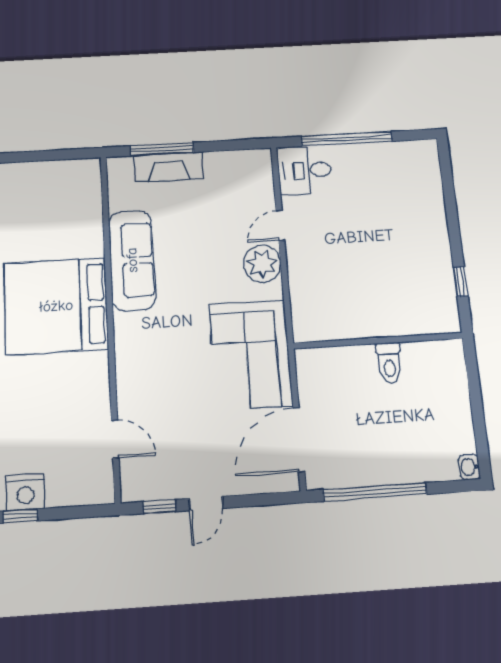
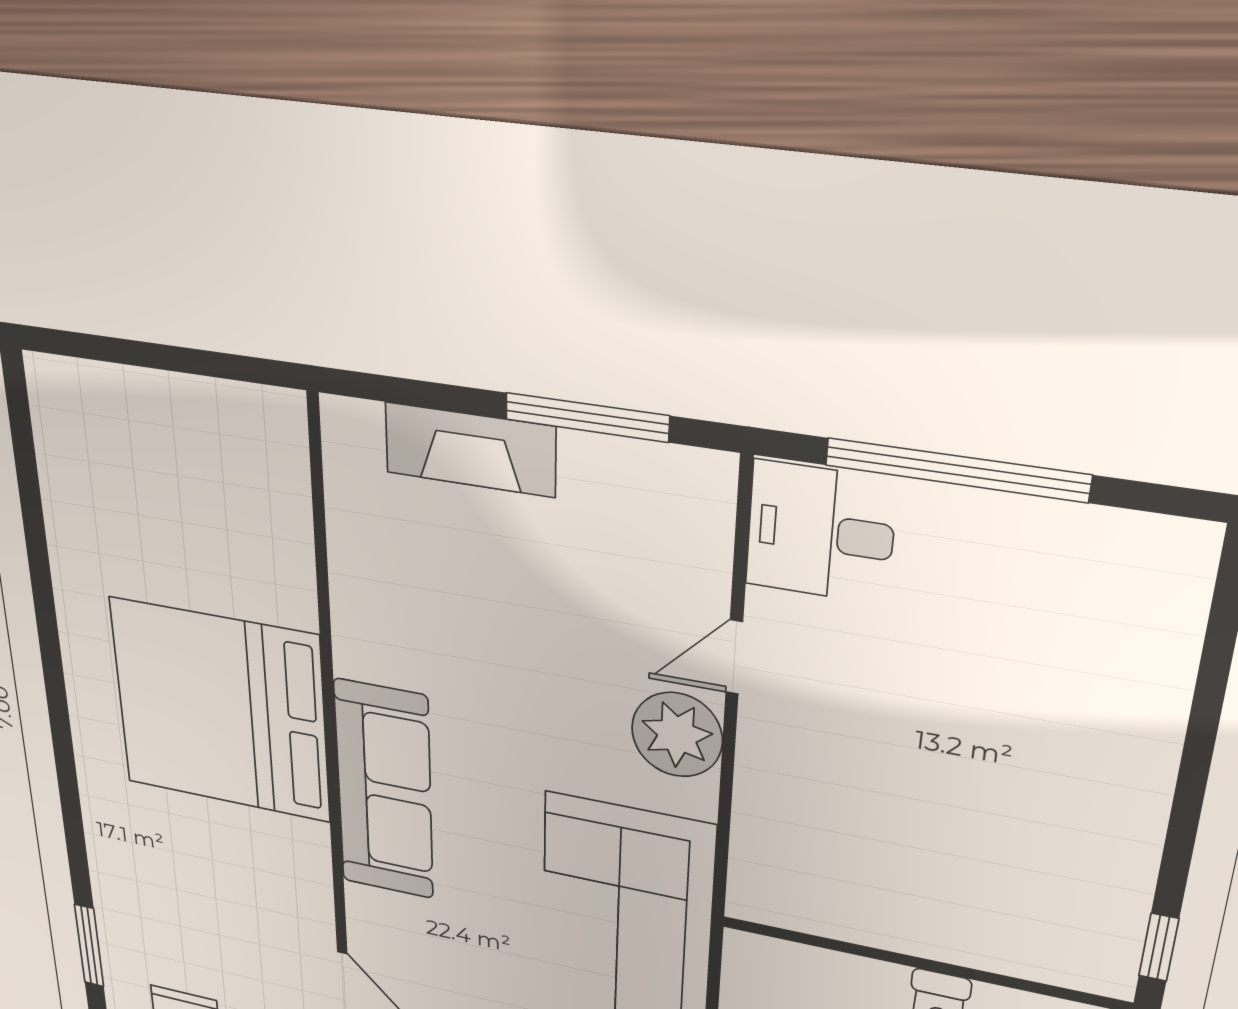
window: (162, 149) -> (587, 417), moved
sofa: (132, 260) -> (384, 791), moved
window: (461, 282) -> (1159, 947), moved

